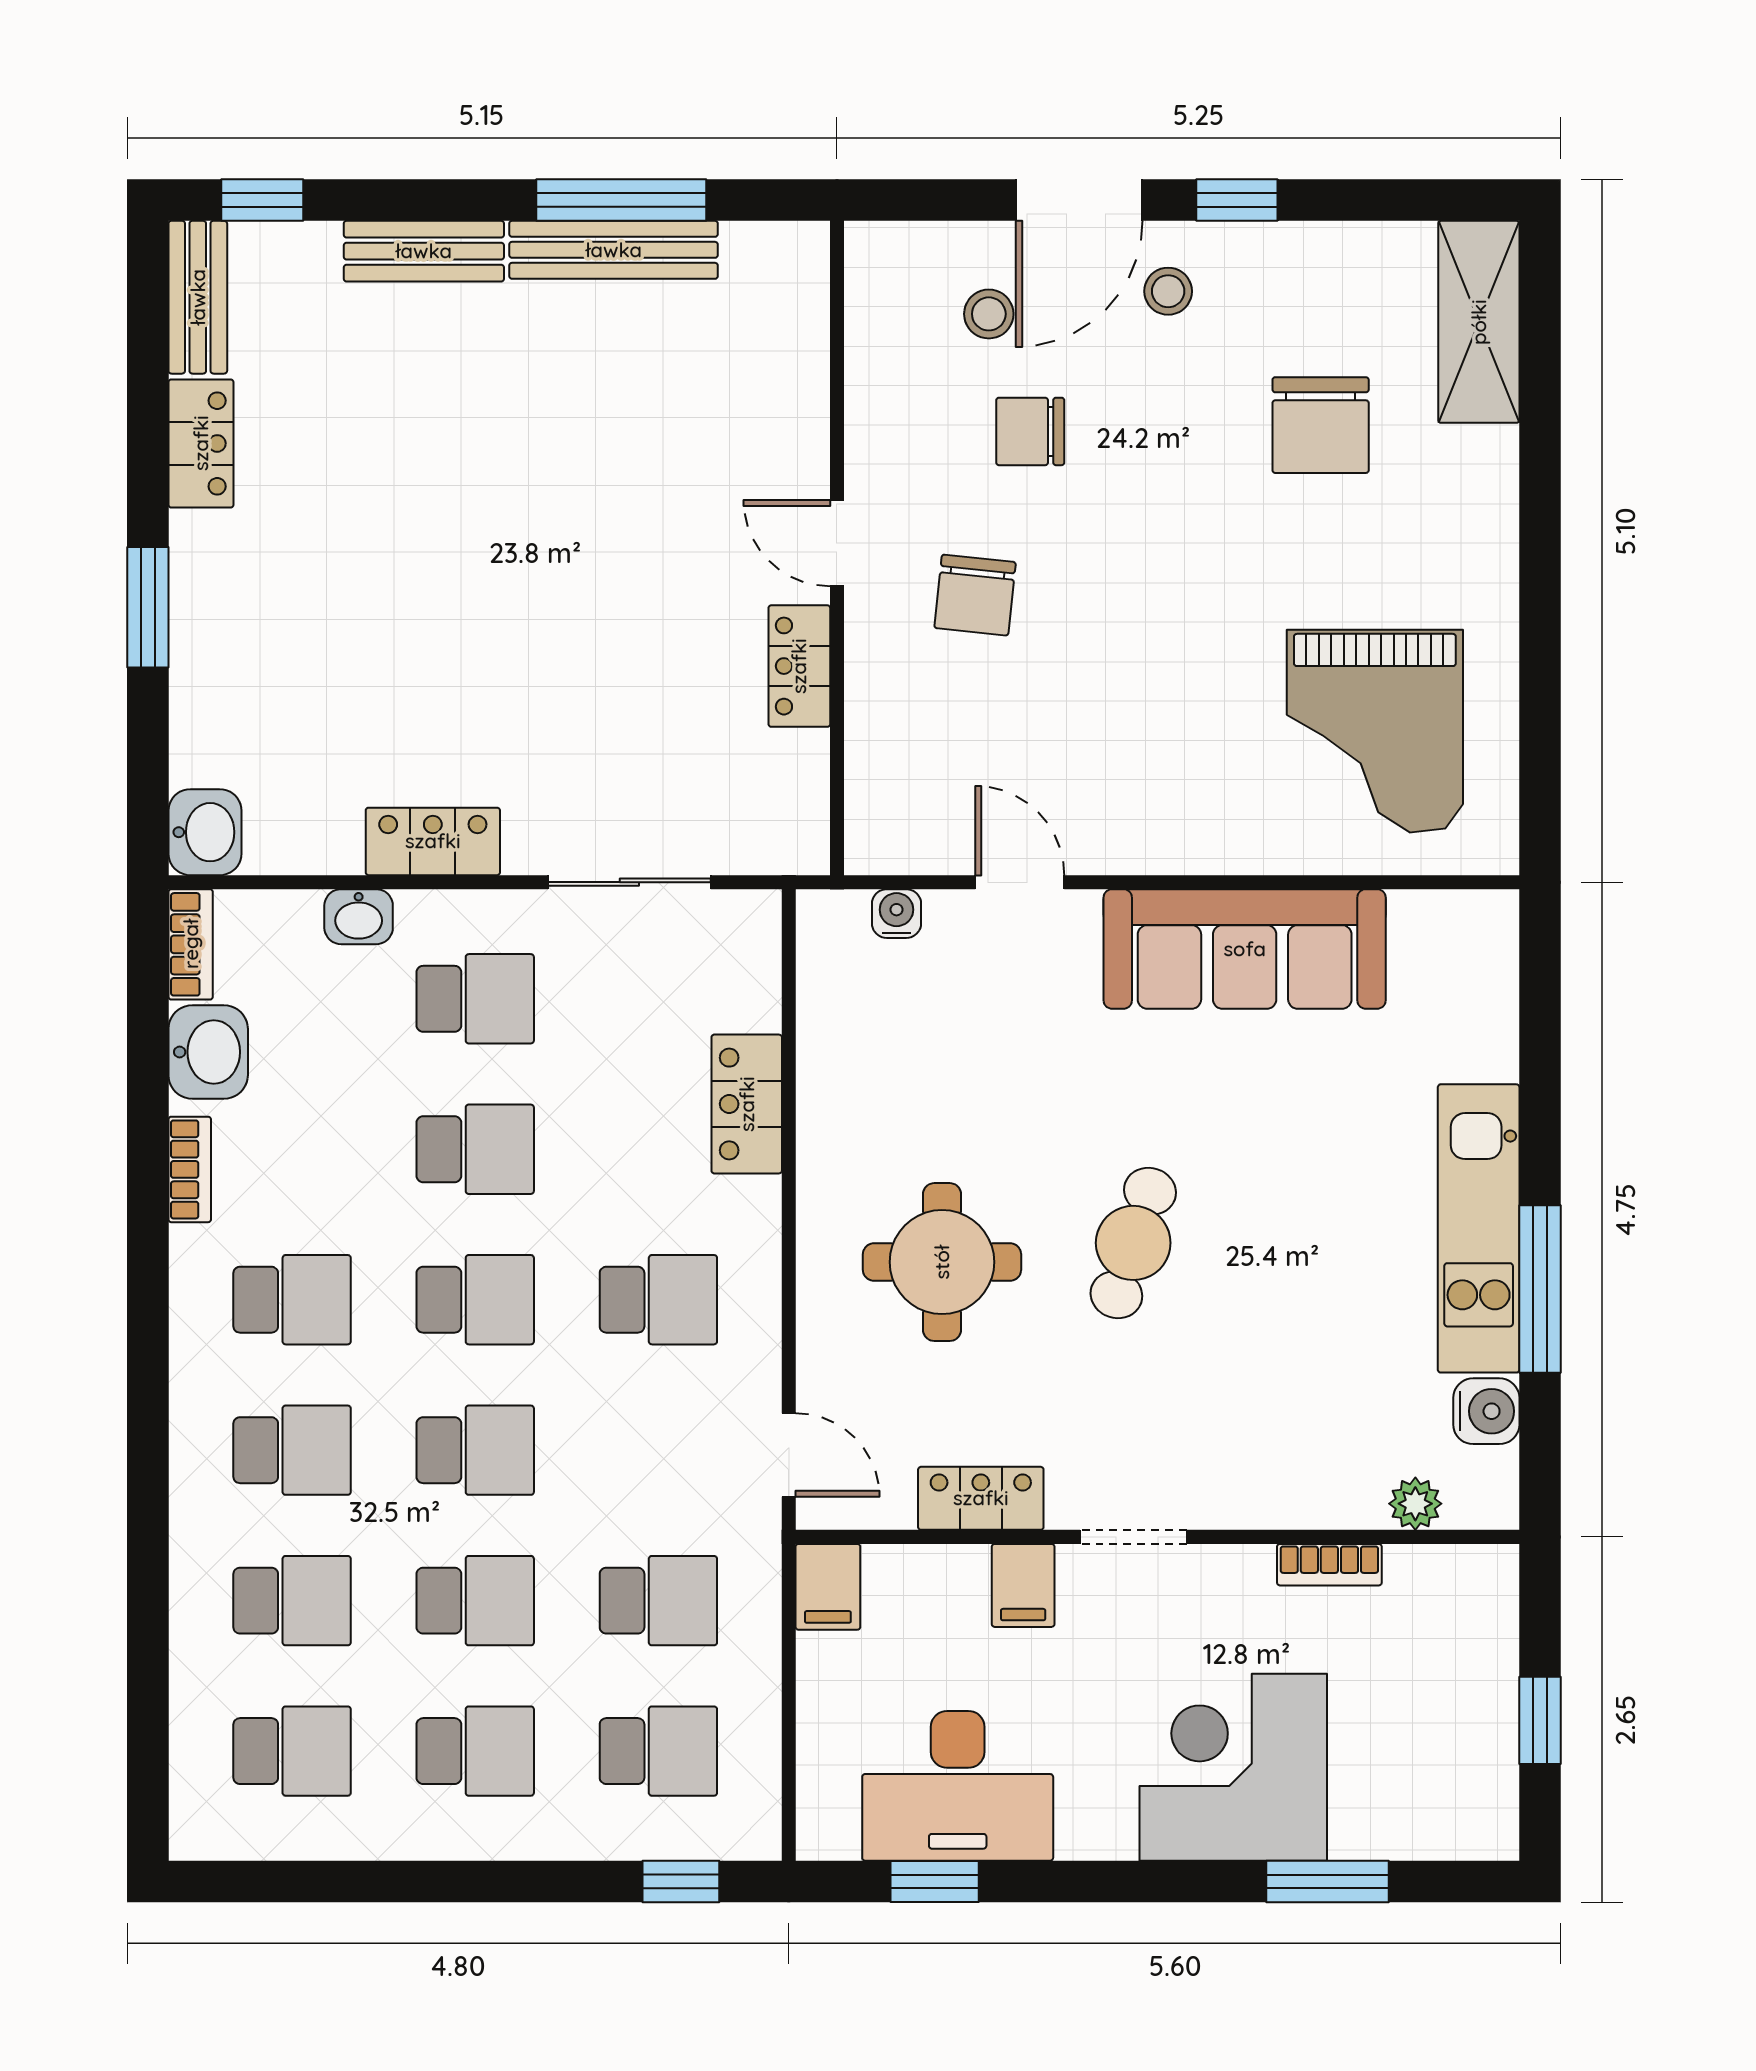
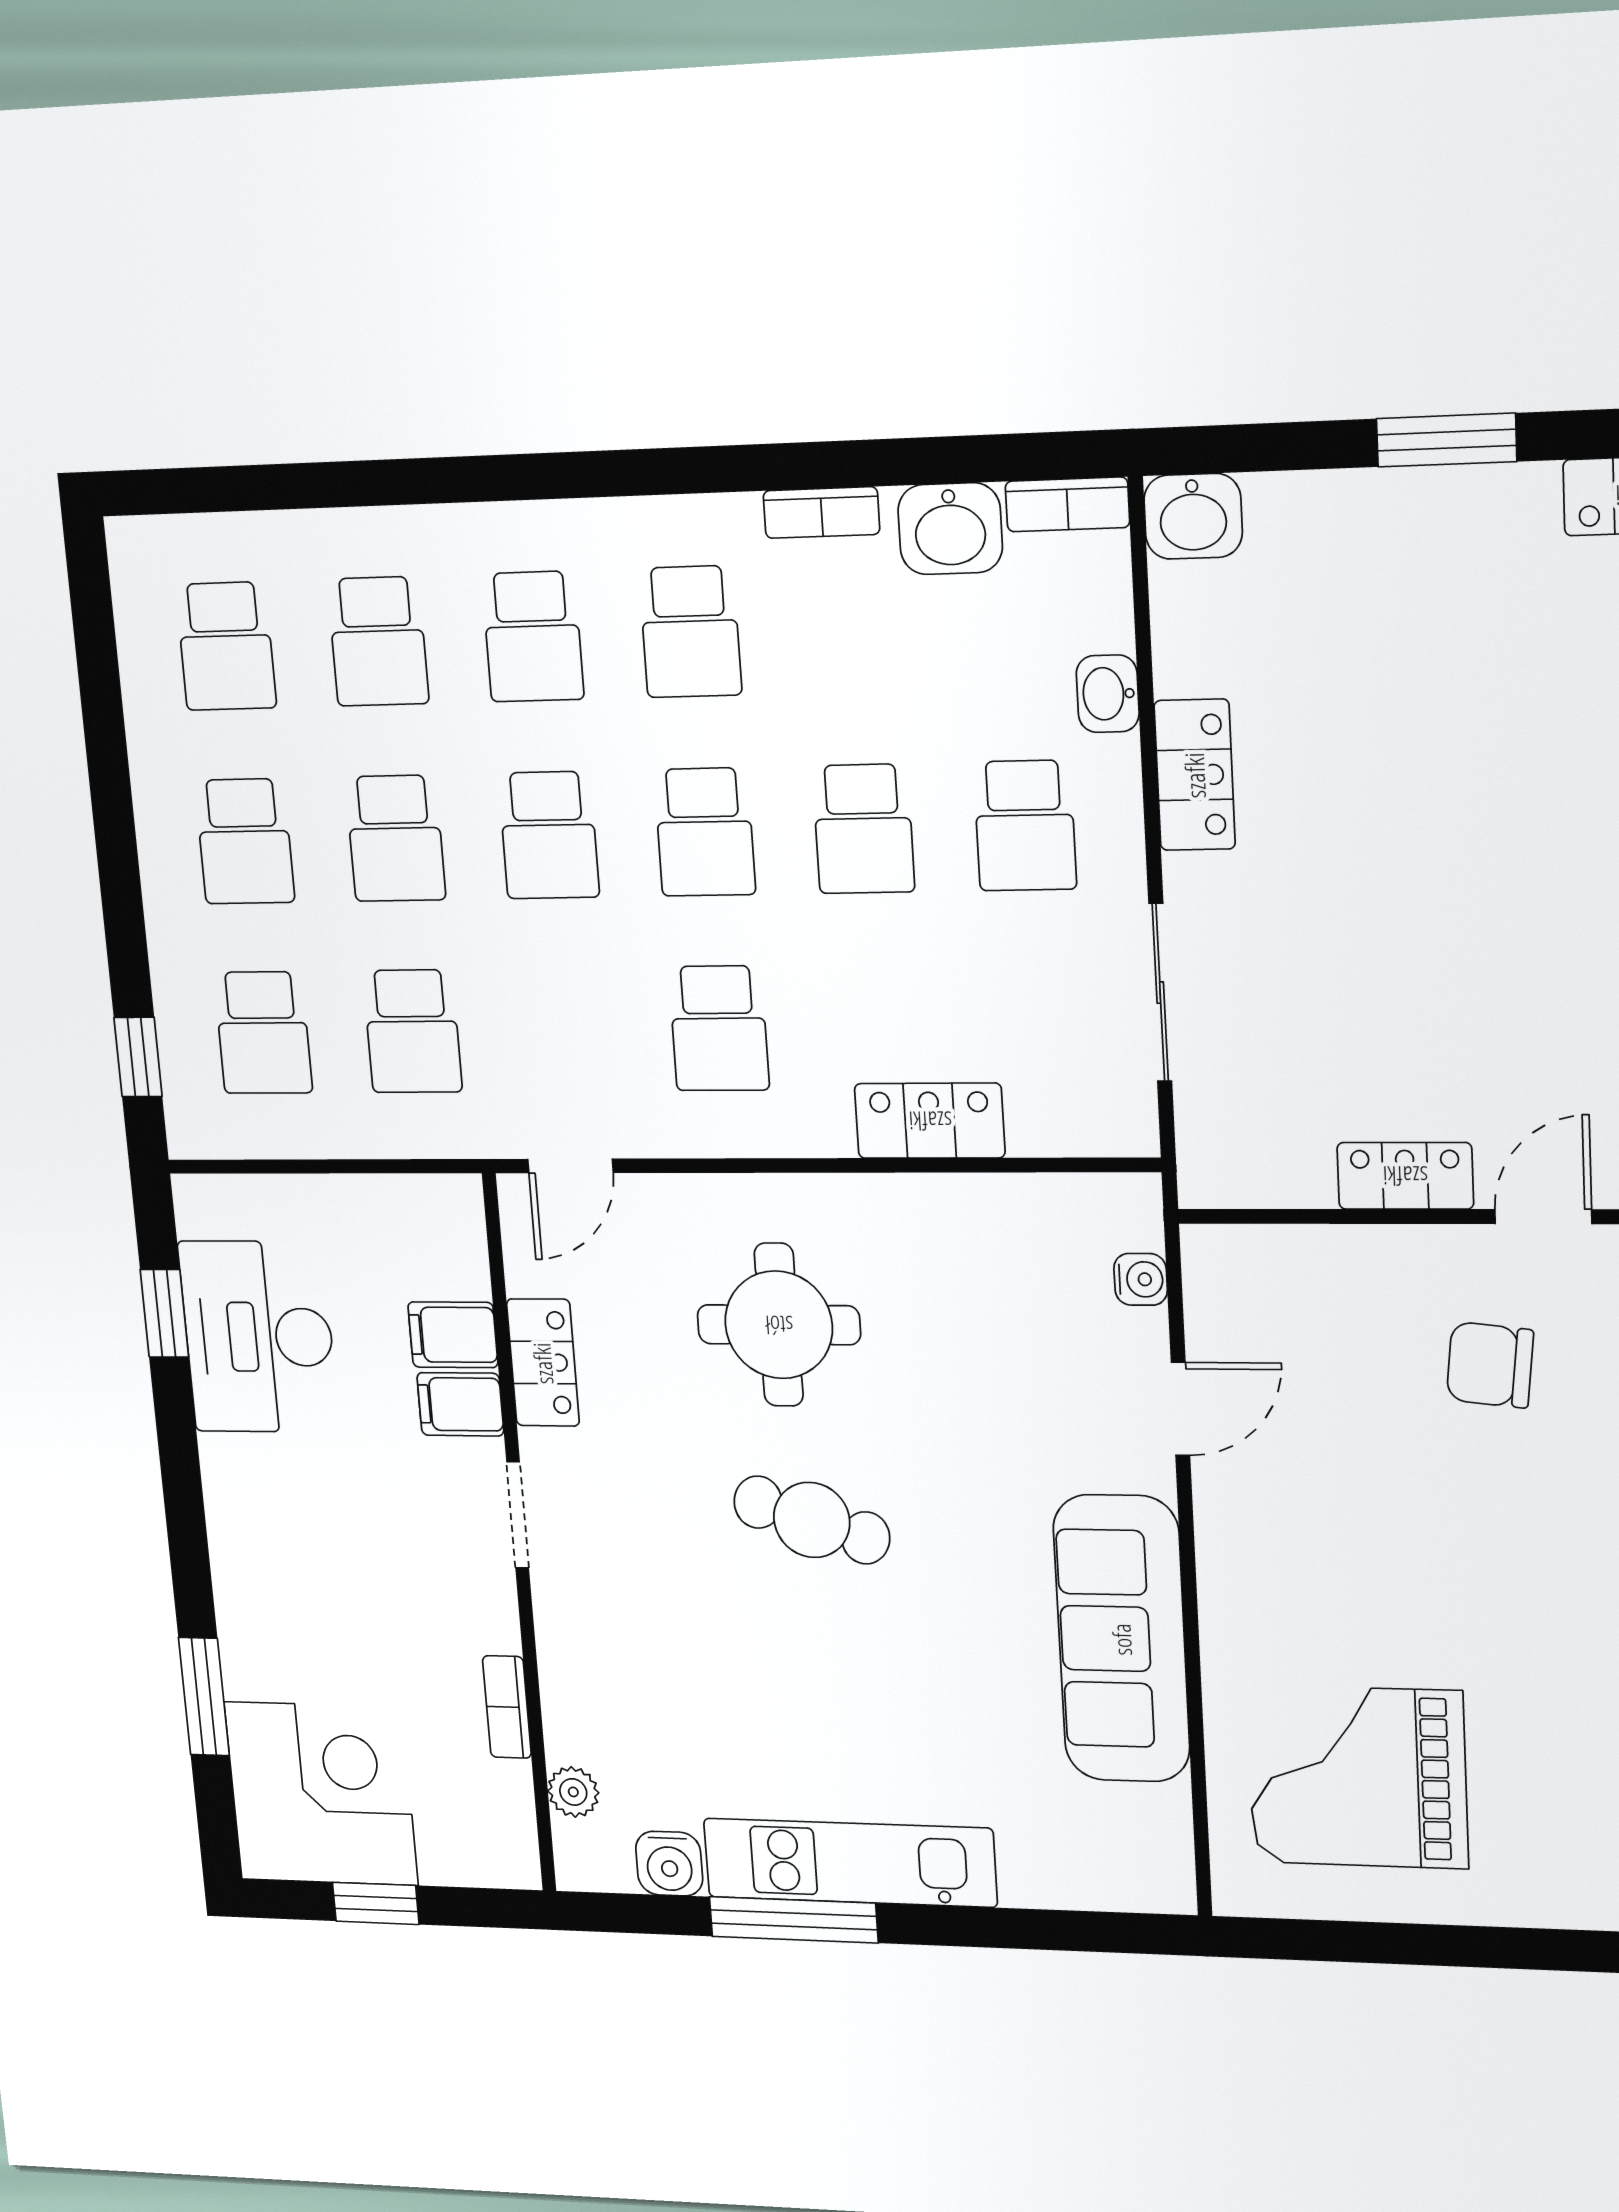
filing cabinet: (828, 1587) -> (453, 1335), moved
corner desk: (1233, 1767) -> (321, 1794), moved

